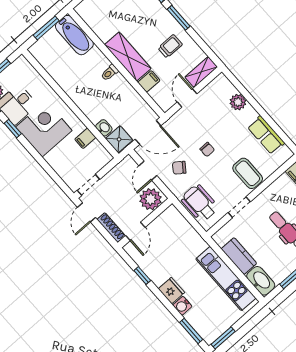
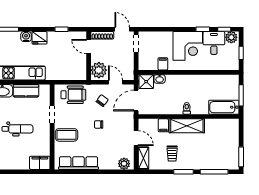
plant: (238, 102) -> (124, 164), moved
row of seats: (266, 135) -> (78, 163), width x1.48

